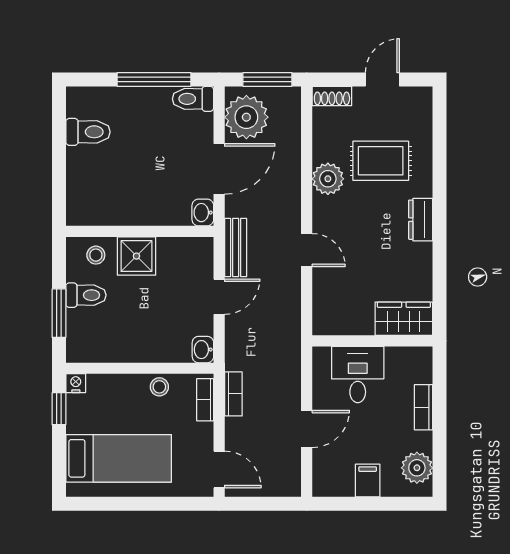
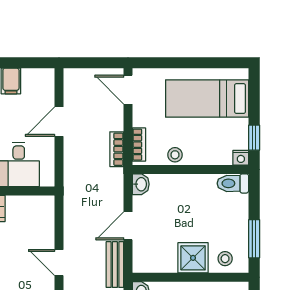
toilet: (86, 295) -> (233, 183), moved
window: (59, 313) -> (254, 239), moved

